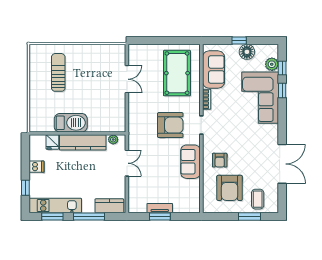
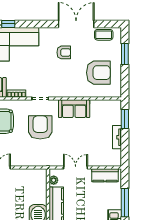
armchair: (220, 160) -> (64, 52), moved
coffee table: (258, 199) -> (104, 35), moved
kitchen counter: (109, 206) -> (105, 175), moved, turned -90
window: (160, 217) -> (125, 119), moved

